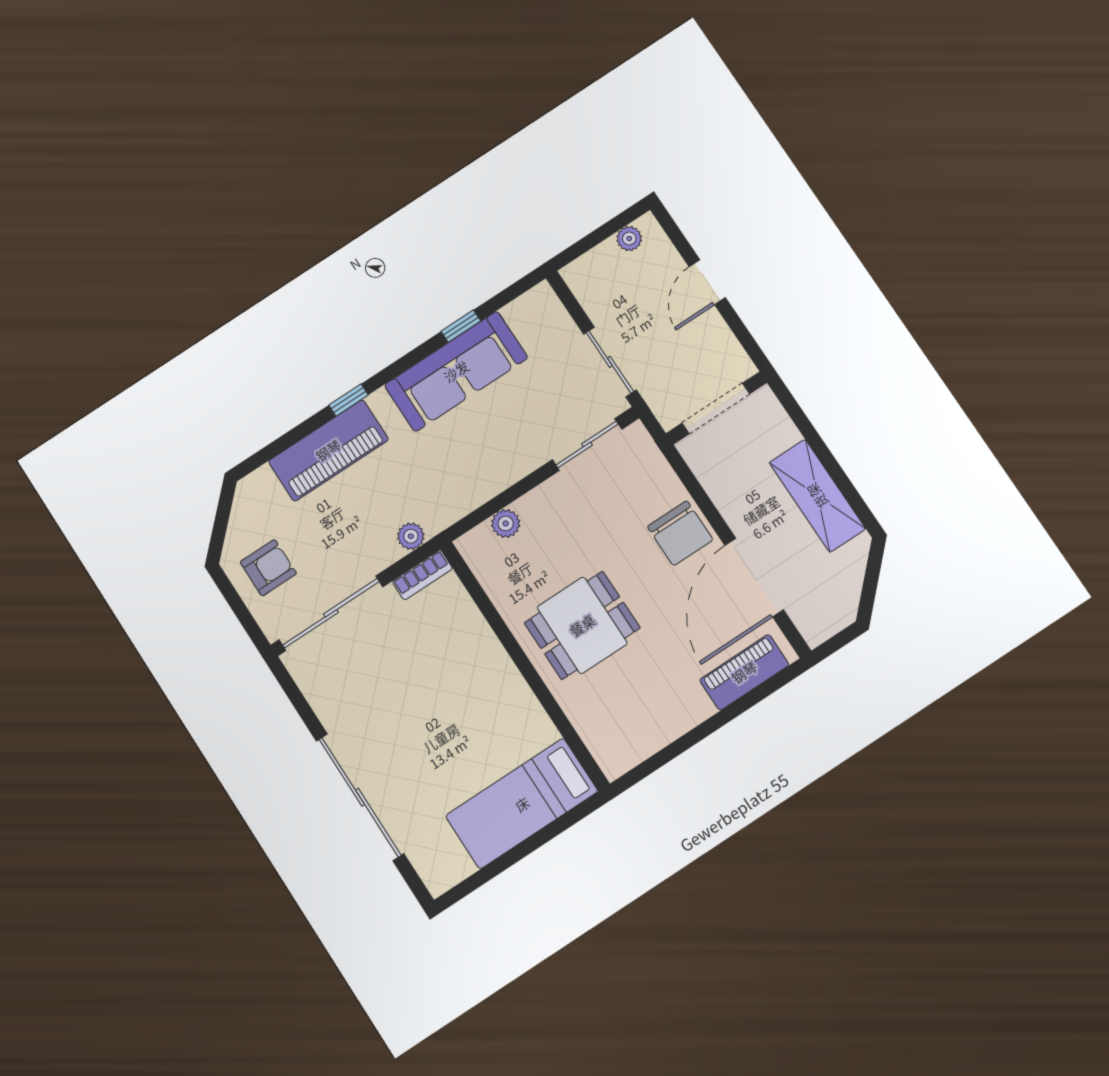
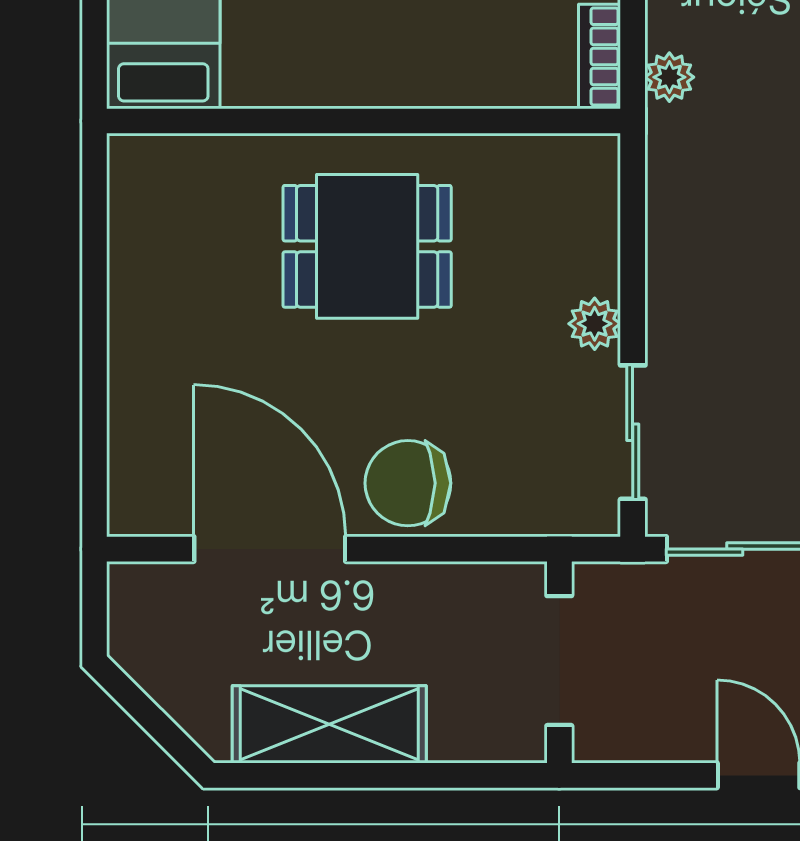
plant: (506, 523) -> (595, 324), moved
dining table: (582, 625) -> (367, 246), turned 90
piano: (744, 672) -> (140, 441), removed

